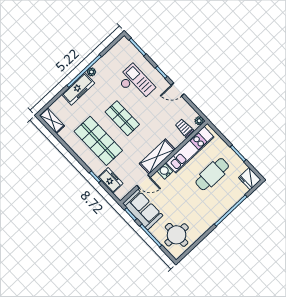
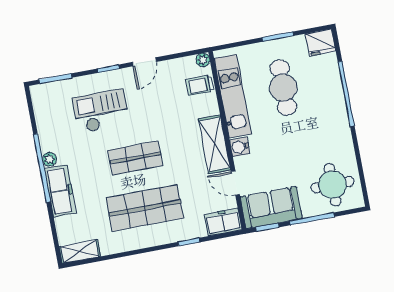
freezer: (110, 180) -> (223, 222), moved
door: (143, 181) -> (235, 183), swing flipped

